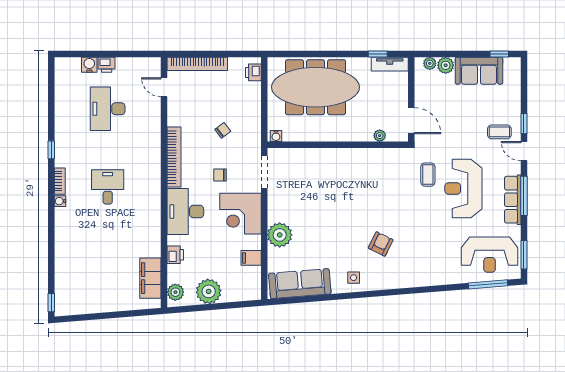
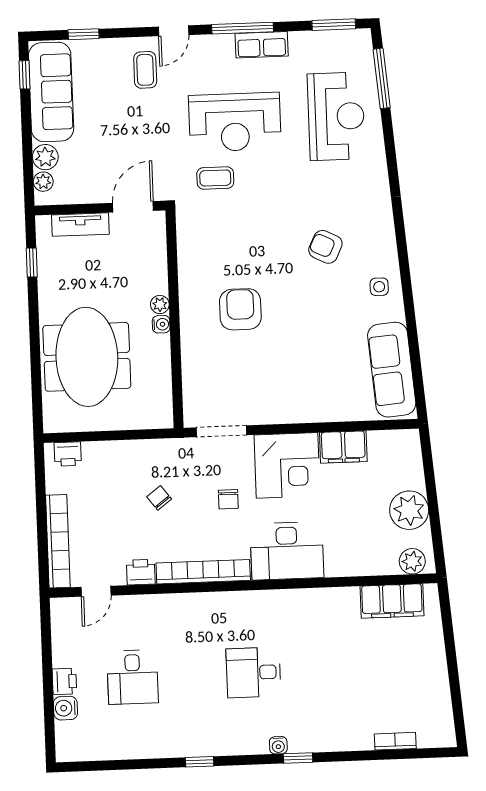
tv unit: (390, 64) -> (80, 225), moved, turned 90
sofa: (479, 71) -> (51, 92), width x1.36
meeting table: (316, 87) -> (87, 357), width x0.73
desk: (108, 109) -> (133, 677), width x0.73
window: (524, 124) -> (84, 34), moved
water cooler: (276, 136) -> (161, 324), moved
plant: (380, 136) -> (160, 304), moved
bookcase: (60, 181) -> (395, 741), moved
armchair: (342, 187) -> (240, 309), added
row of seats: (513, 200) -> (262, 45), width x0.68
plant: (280, 235) -> (318, 404), removed
printer: (175, 255) -> (141, 572), moved
reception desk: (490, 255) -> (336, 116), moved
filing cabinet: (251, 258) -> (343, 447), width x2.00
window: (51, 303) -> (298, 758), moved

